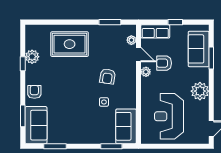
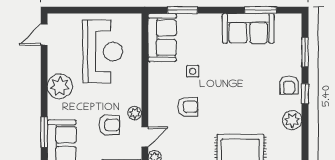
door: (139, 55) -> (145, 137), swing flipped
plant: (32, 57) -> (292, 120), moved
window: (23, 64) -> (305, 94), moved
armchair: (108, 76) -> (188, 107), turned 81
sofa: (36, 125) -> (248, 28), moved, turned -90

